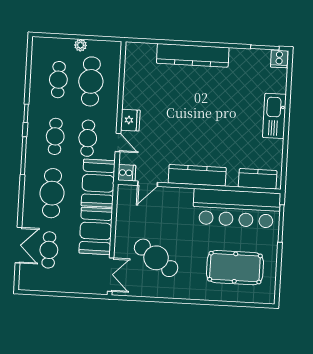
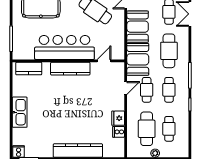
fridge: (130, 120) -> (118, 118), moved
door: (118, 142) -> (126, 88), swing flipped
cooker: (127, 173) -> (119, 132), moved
bar counter: (237, 208) -> (64, 47), moved

